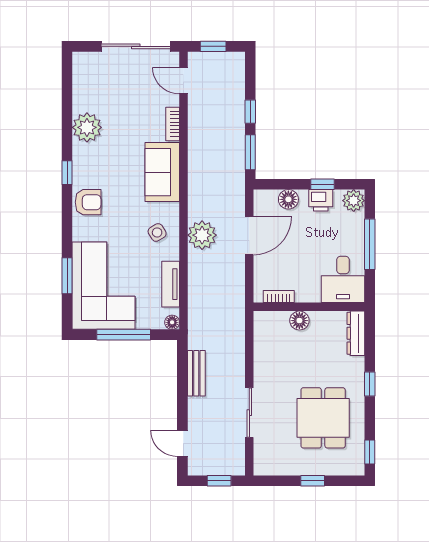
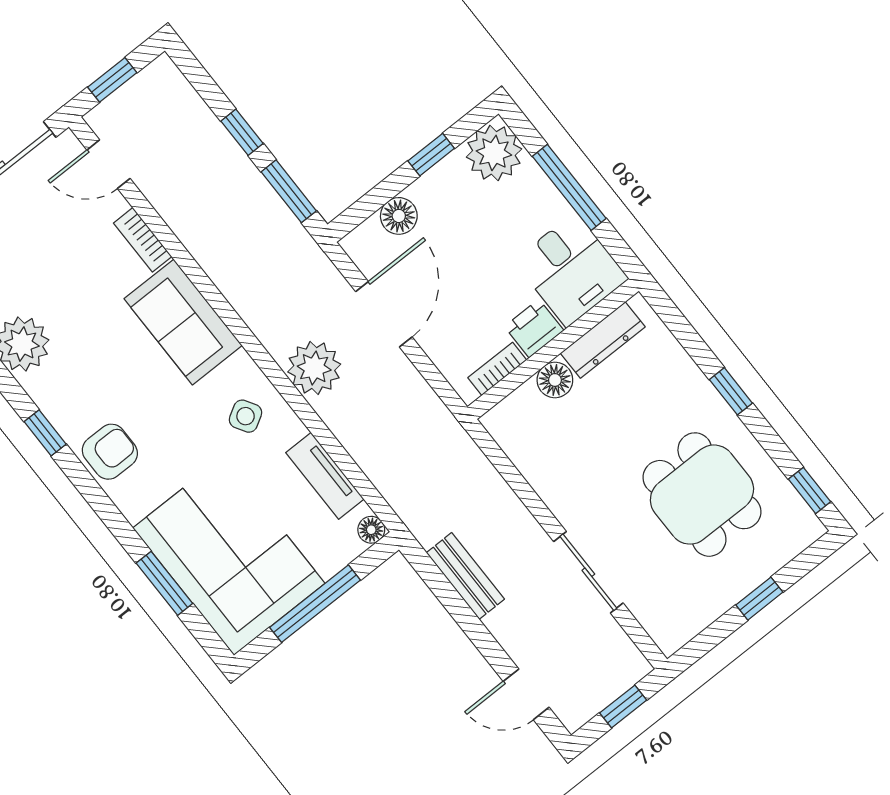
printer: (321, 200) -> (534, 328), moved, turned 180
plant: (354, 201) -> (494, 153), width x1.36, depth x1.36
dresser: (356, 333) -> (603, 340), moved, turned -90

